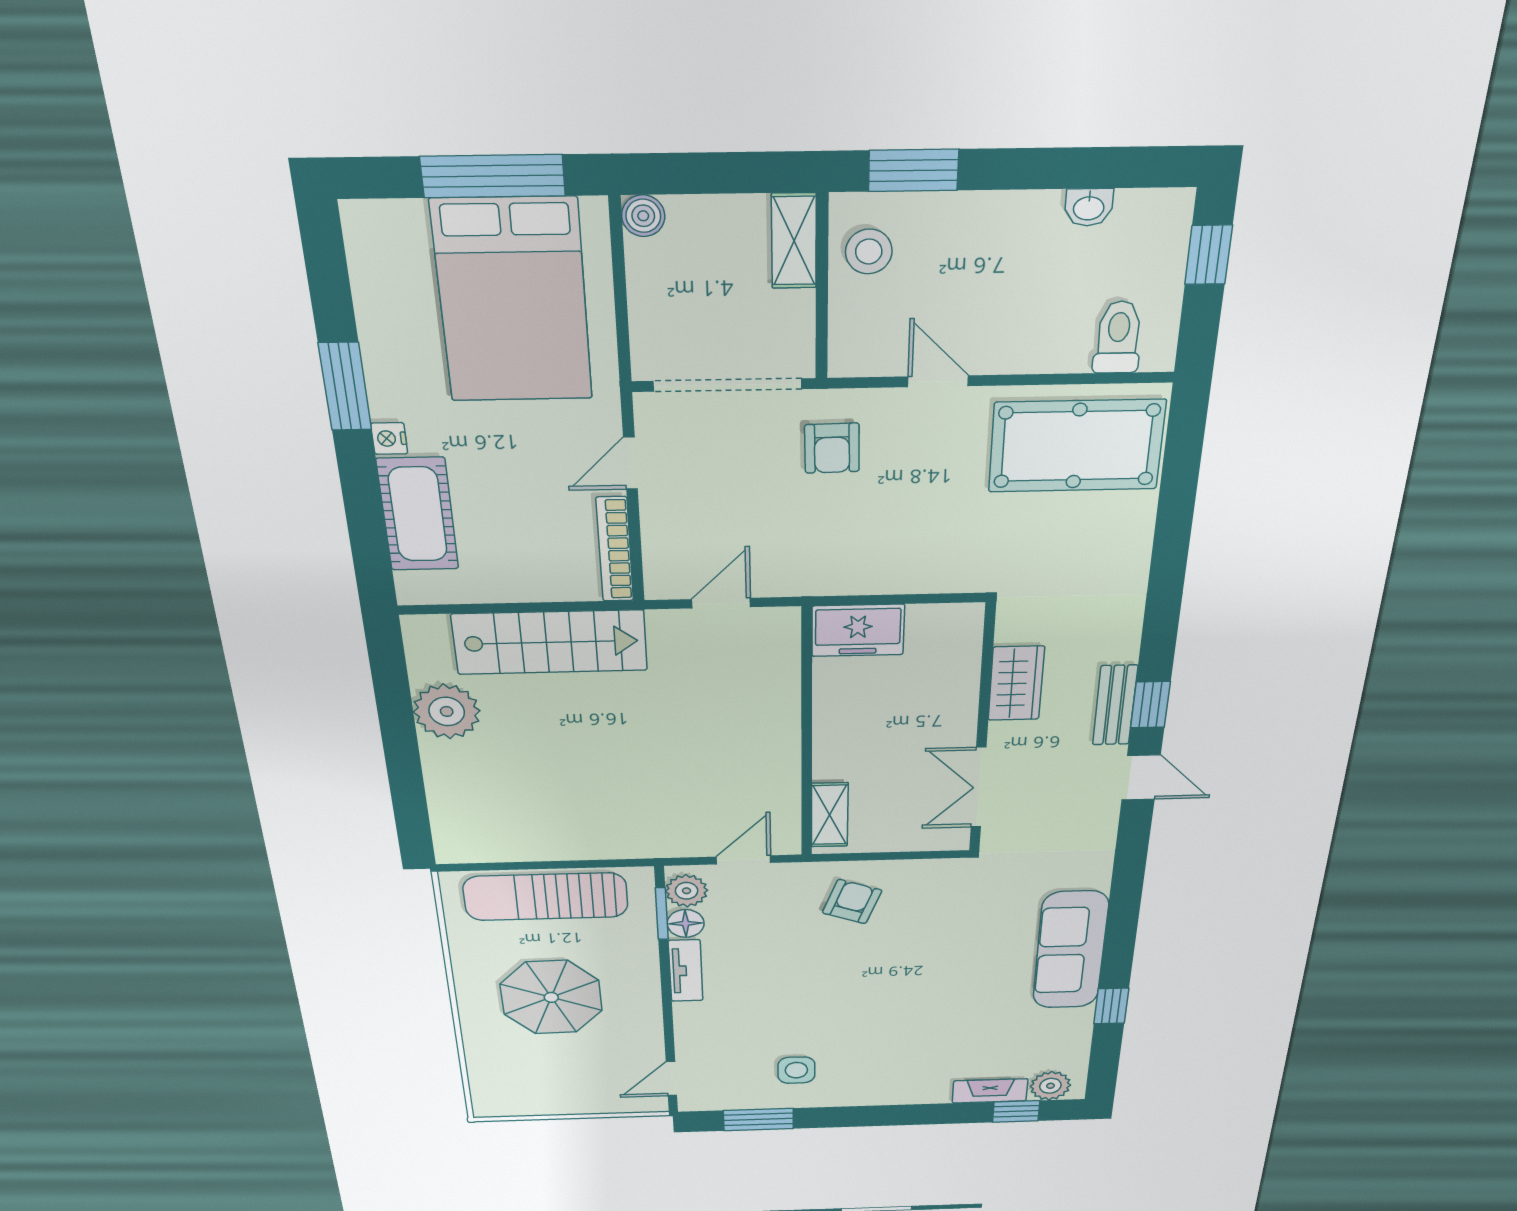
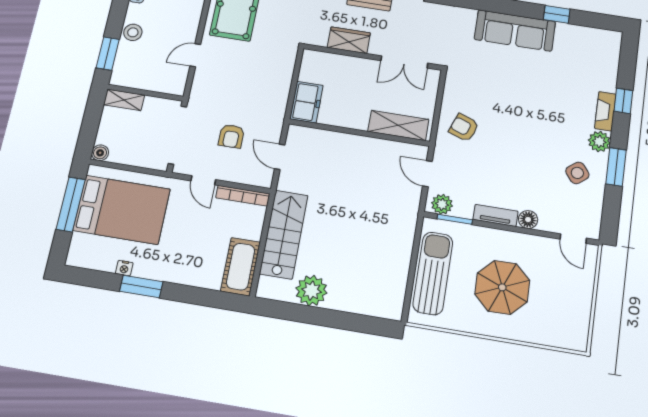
stool: (869, 251) -> (133, 32), moved
nightstand: (389, 438) -> (124, 268), moved
armchair: (832, 448) -> (231, 136), moved, turned 91
cot: (418, 514) -> (241, 267), moved, turned 90
shelving: (830, 815) -> (398, 125), width x1.50, depth x1.33
sun lounger: (546, 897) -> (433, 273), turned 180
floor lamp: (686, 923) -> (528, 220), moved
side table: (796, 1070) -> (577, 173), turned -38
plant: (1050, 1086) -> (599, 142), moved
fireplace: (990, 1091) -> (605, 111), moved
window: (1016, 1111) -> (623, 101), moved
window: (758, 1119) -> (616, 167), moved

